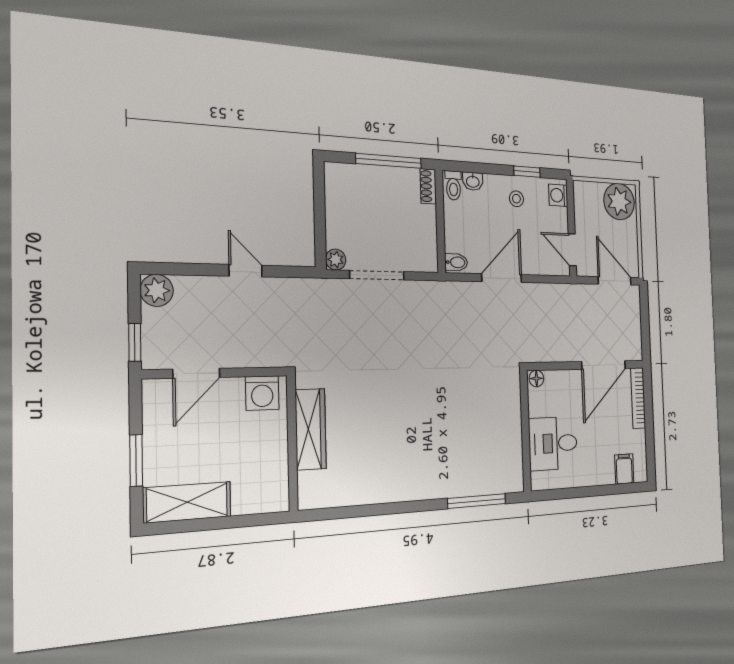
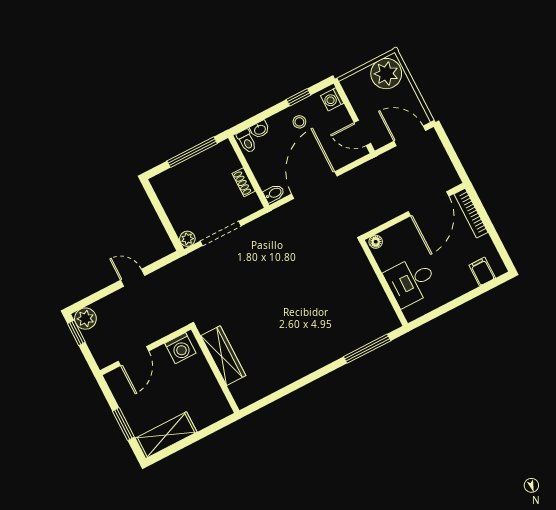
shoe rack: (428, 186) -> (244, 182), moved
door: (502, 278) -> (314, 185), width x1.36
window: (135, 342) -> (76, 333), moved

